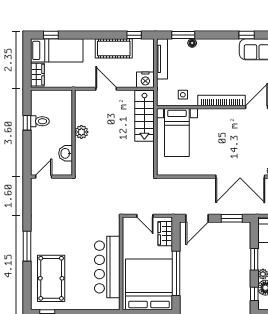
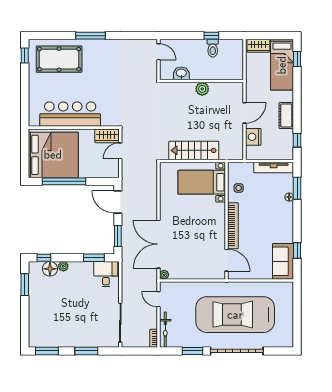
cot: (114, 48) -> (286, 116), width x0.73, depth x0.75
nightstand: (145, 80) -> (253, 137), moved
stairs: (144, 116) -> (194, 150), moved
wardrobe: (165, 234) -> (107, 136), moved, turned 180
window: (254, 259) -> (94, 258), moved

